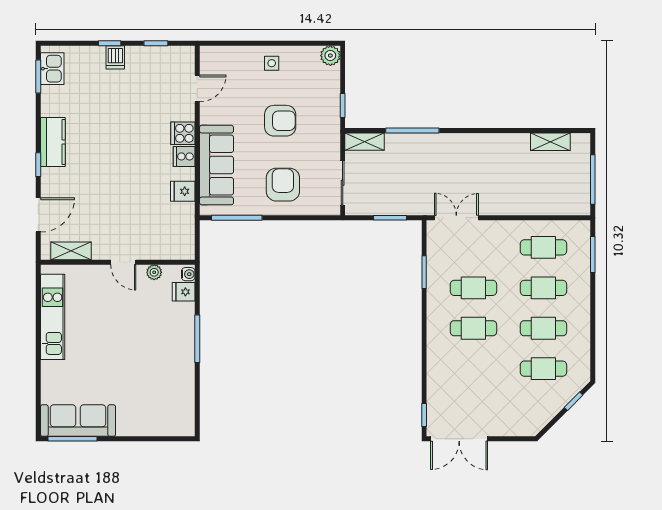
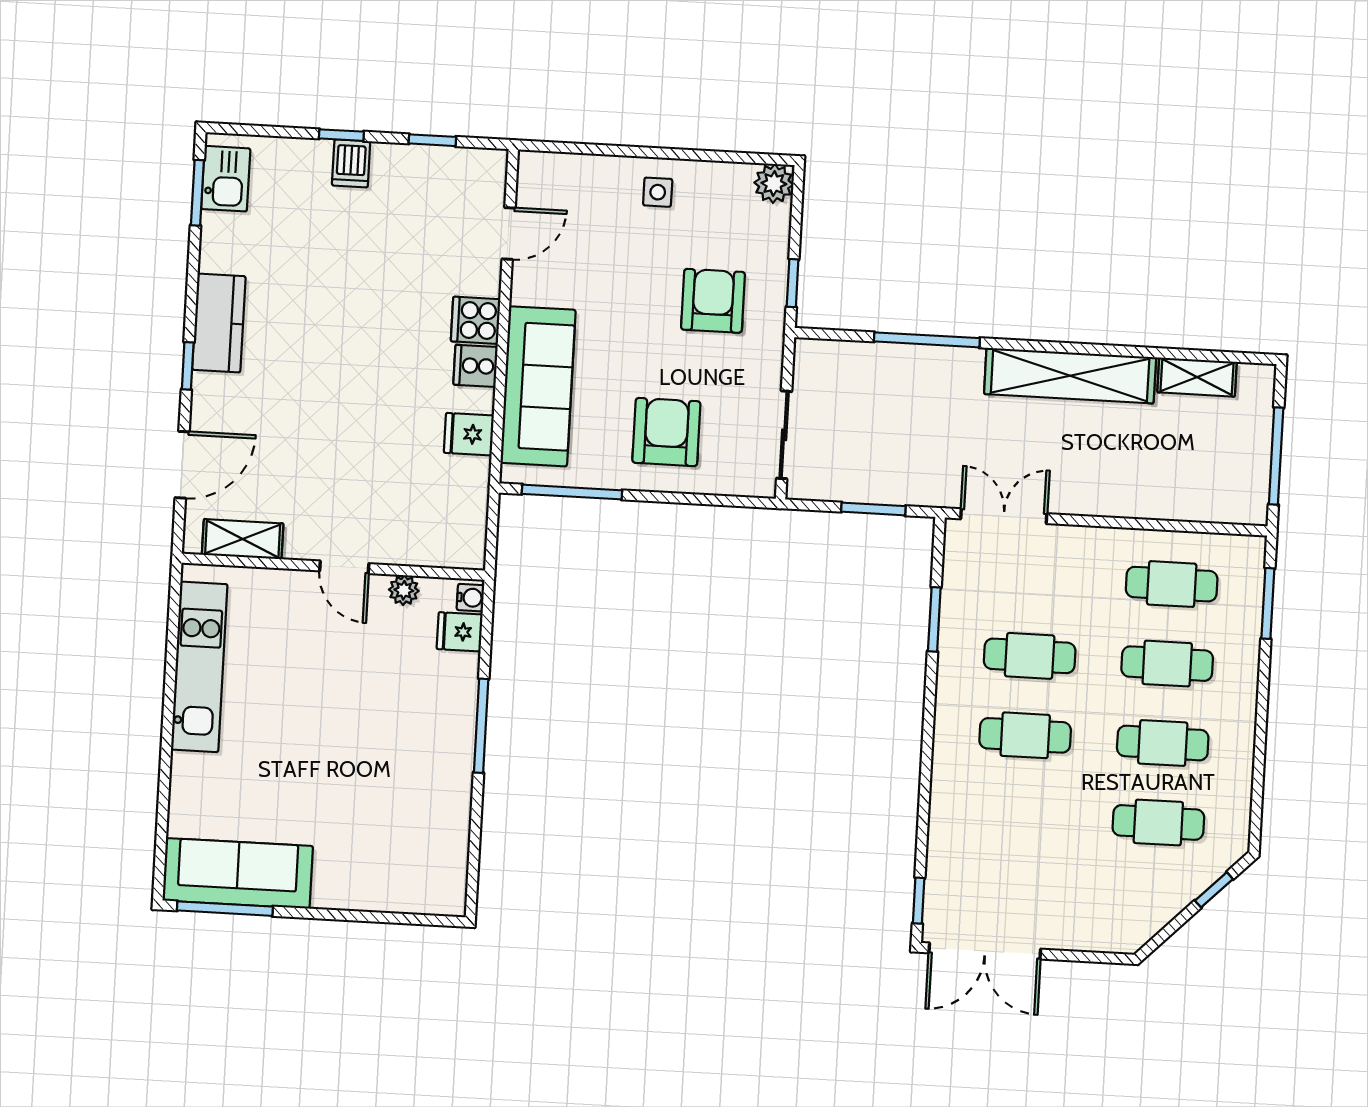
armchair: (280, 121) -> (713, 301), moved, turned -90
shelving: (365, 142) -> (1070, 376), moved, width x2.20, depth x1.33

